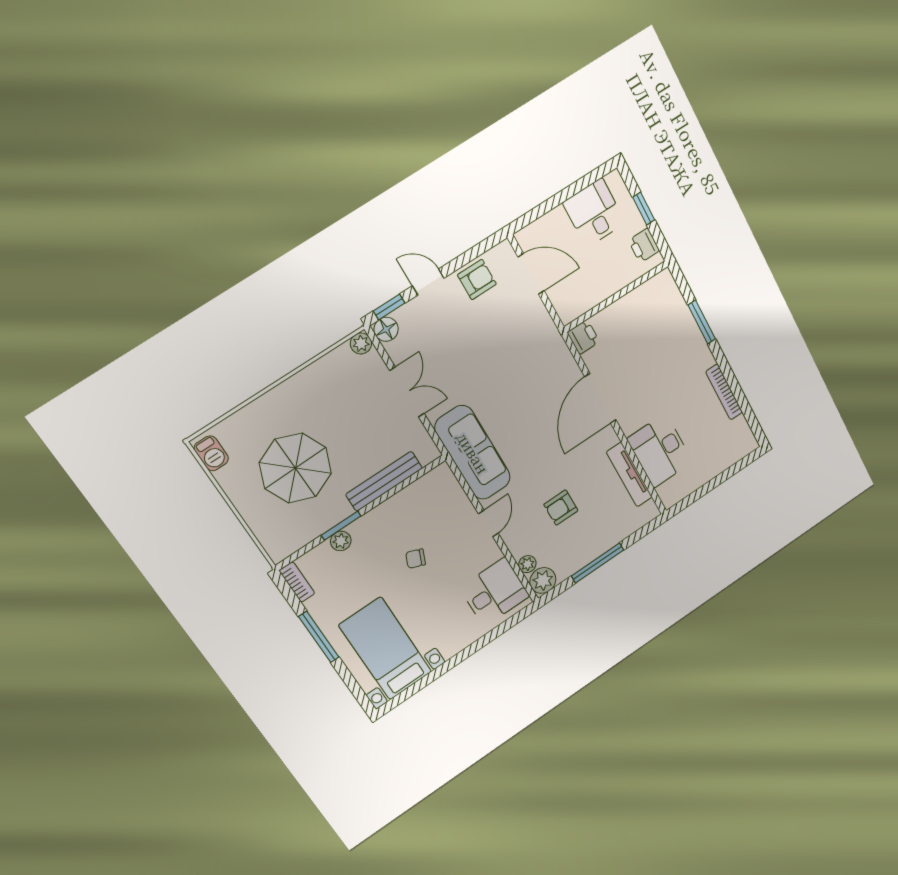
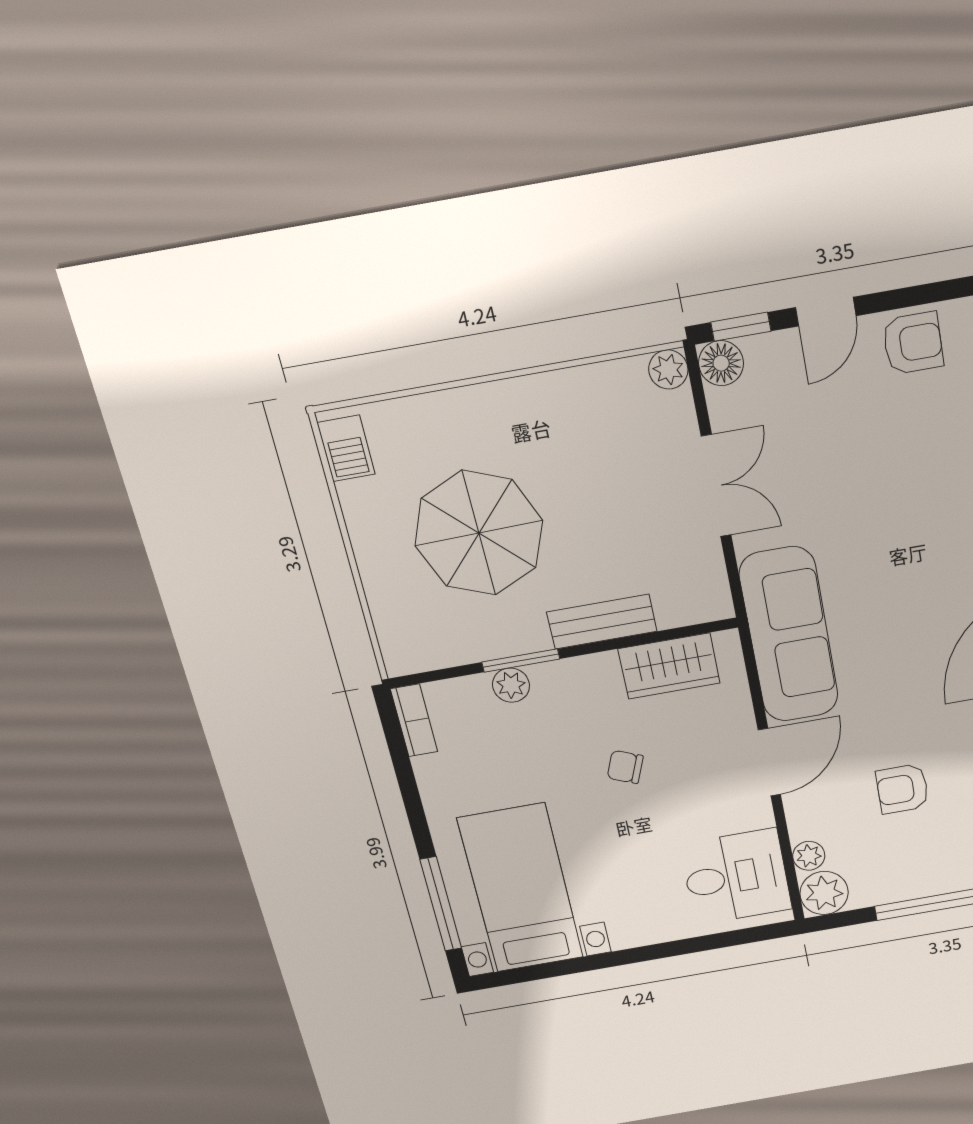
door: (428, 282) -> (826, 312), swing flipped
bench: (384, 481) -> (602, 622), width x0.73
wardrobe: (418, 495) -> (669, 666), added
door: (488, 523) -> (769, 762), width x1.38
window: (319, 637) -> (441, 904), moved

